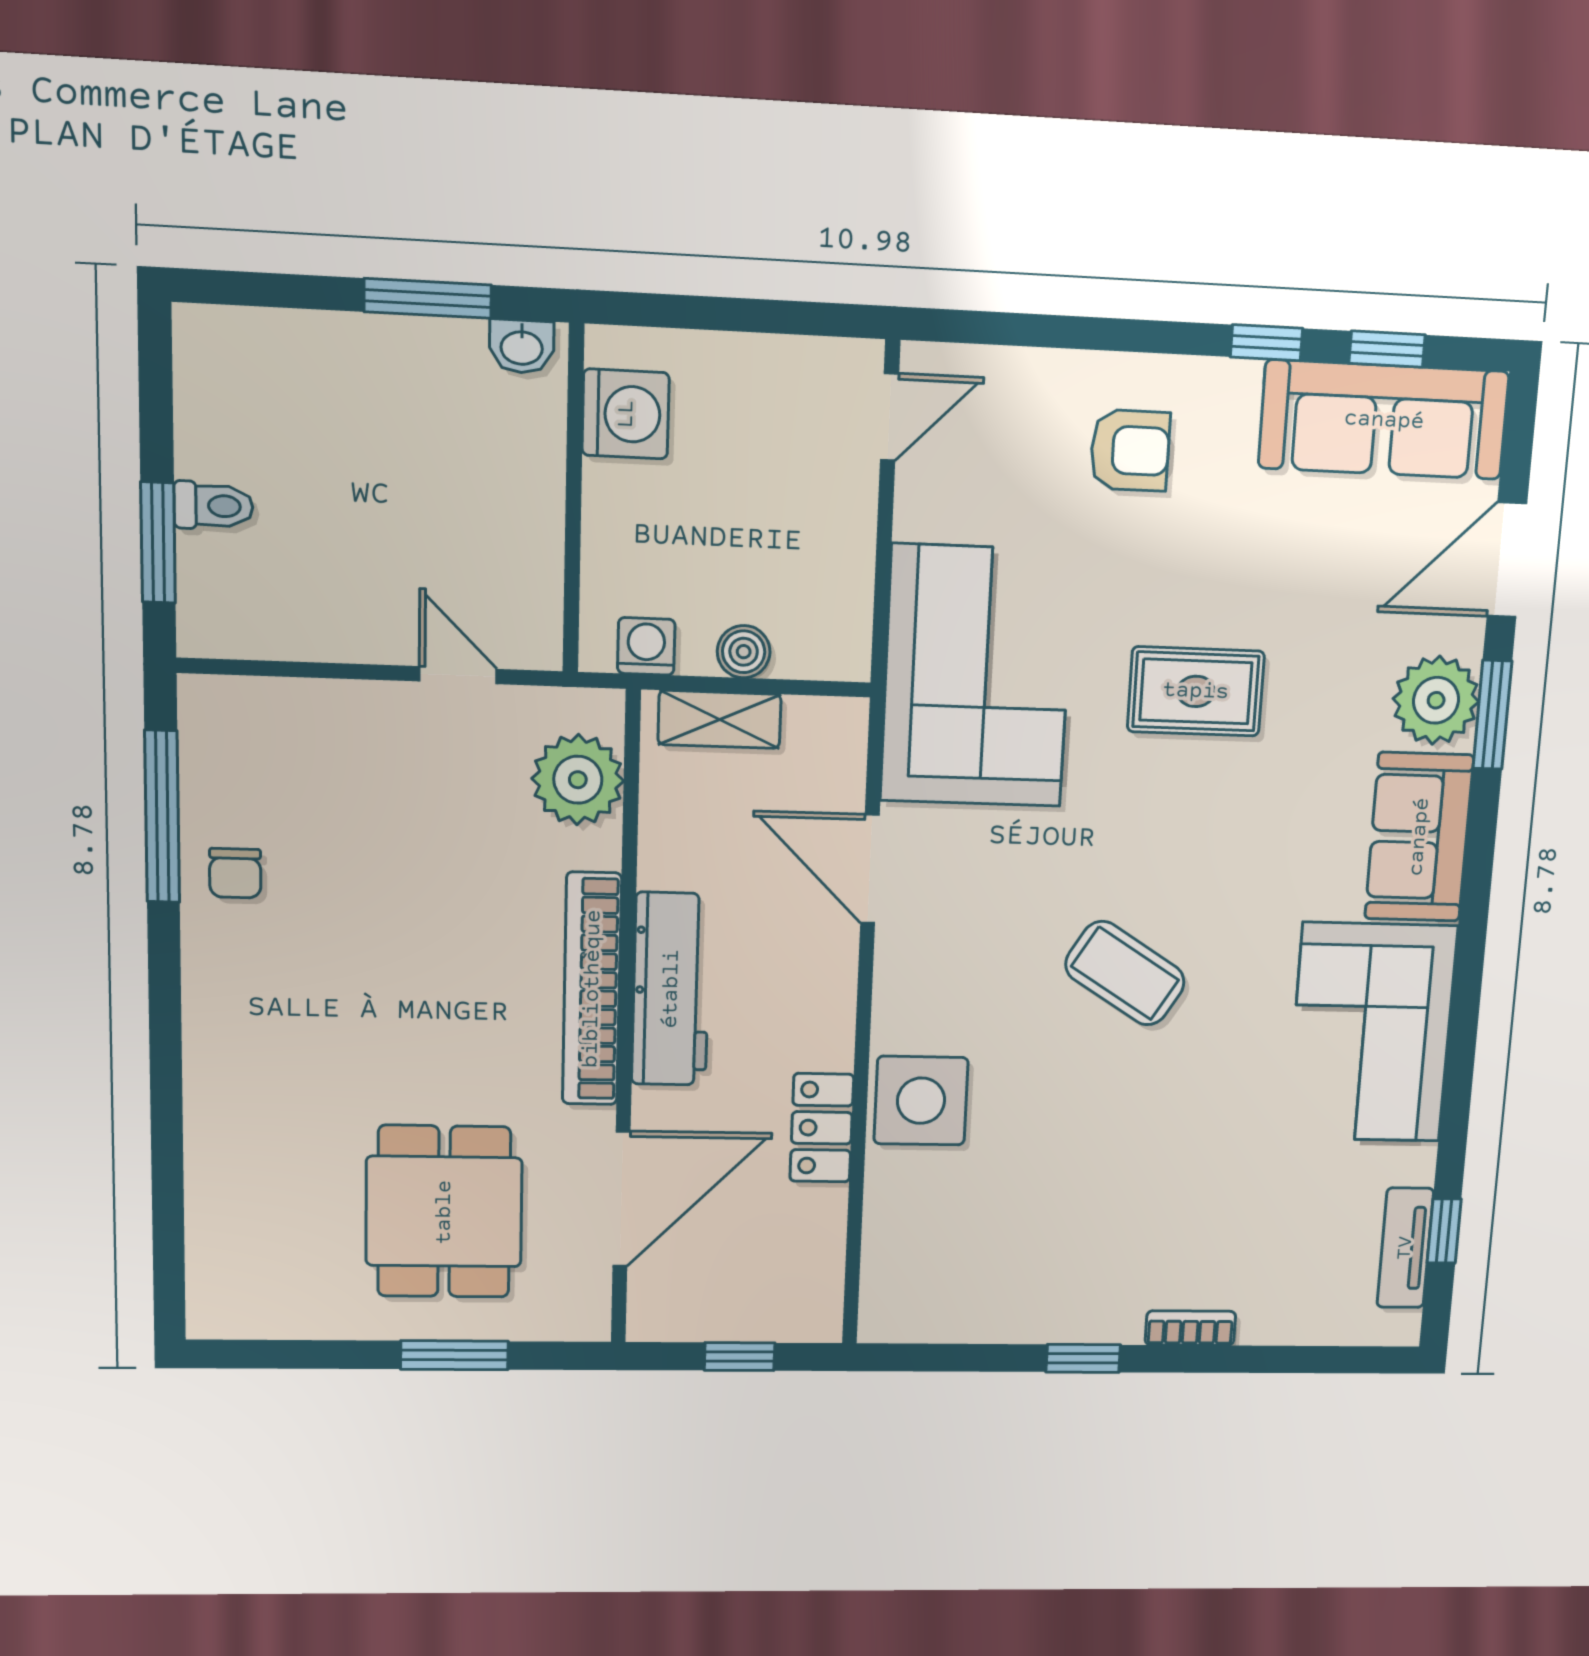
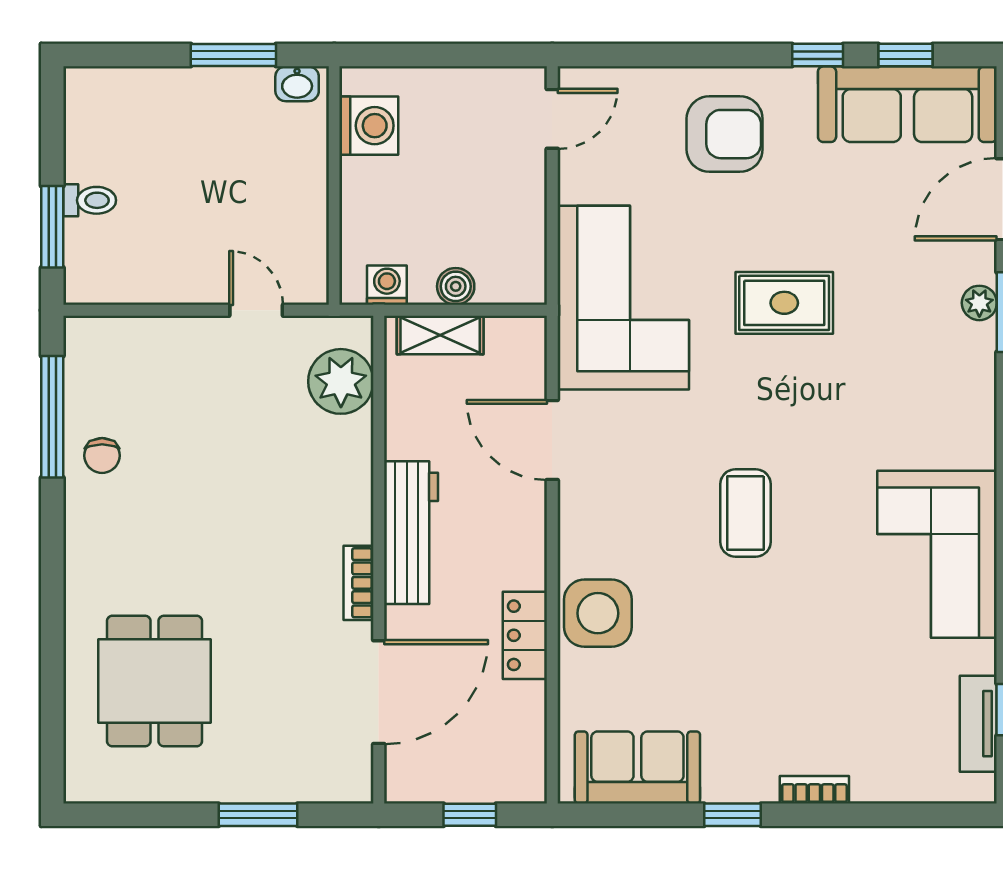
armchair: (1130, 450) -> (725, 134), width x1.38, depth x1.38
plant: (1436, 700) -> (979, 303), width x0.53, depth x0.53
sofa: (1419, 837) -> (637, 767), moved, turned 90
coffee table: (1125, 973) -> (746, 513), turned 58
bookcase: (592, 989) -> (358, 583), width x0.43, depth x0.76
dining table: (444, 1212) -> (155, 681), moved

